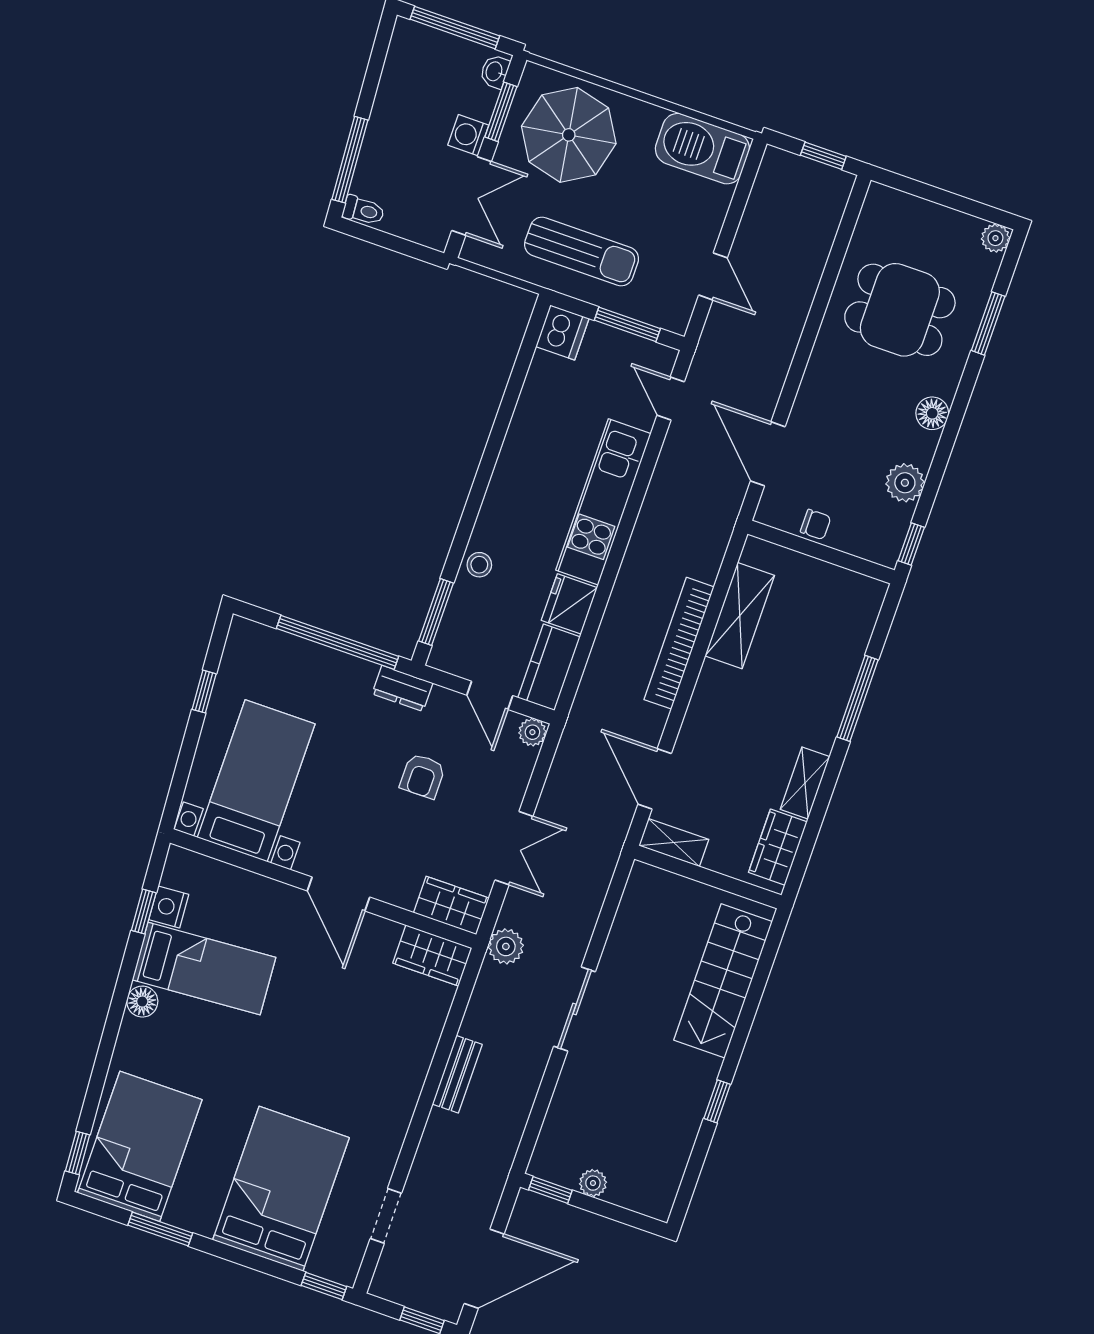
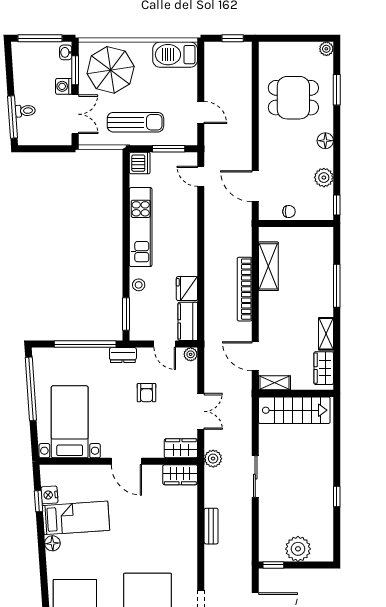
toilet: (364, 211) -> (25, 111), moved
kitchen unit: (603, 502) -> (141, 227), moved, turned 180
window: (204, 692) -> (31, 389), width x3.17
stairs: (723, 981) -> (294, 410), moved, turned -90
plant: (593, 1183) -> (298, 549), width x1.87, depth x1.87

